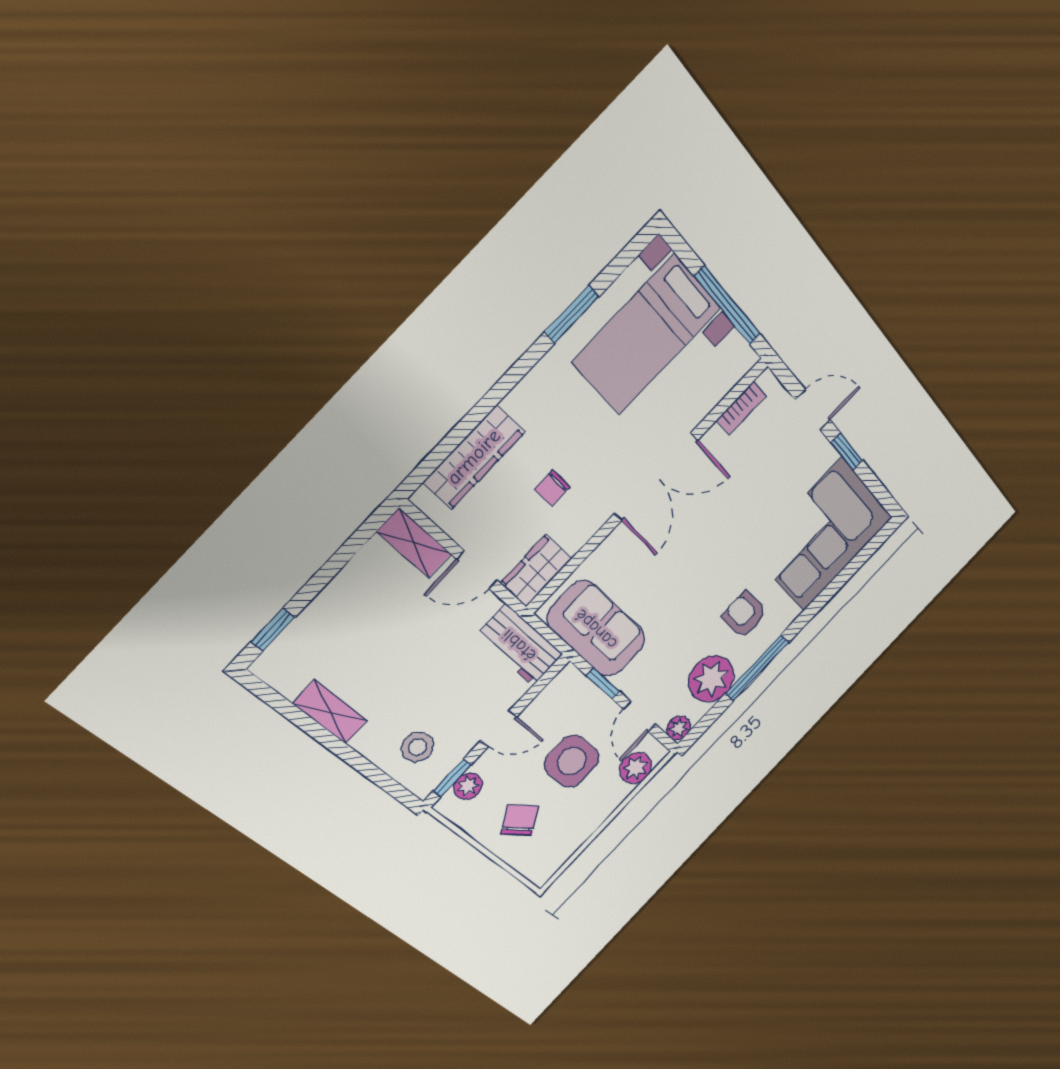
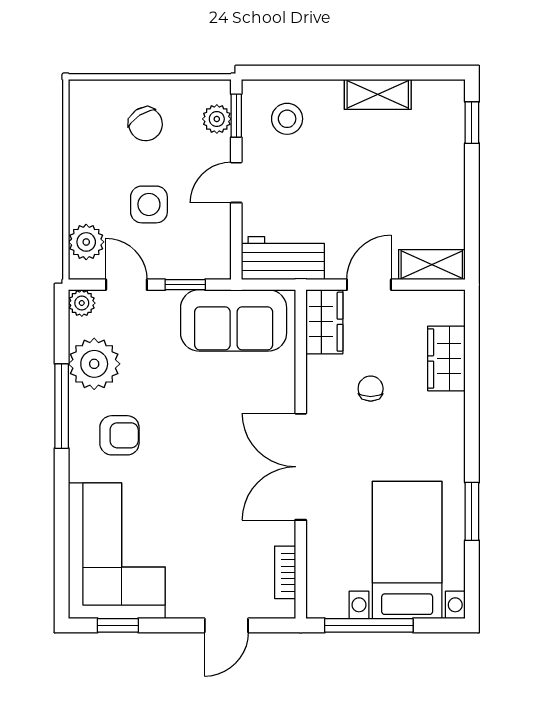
window: (847, 452) -> (118, 625), moved
wardrobe: (474, 457) -> (446, 358), width x0.67
side table: (572, 761) -> (149, 204), width x0.73, depth x0.73

